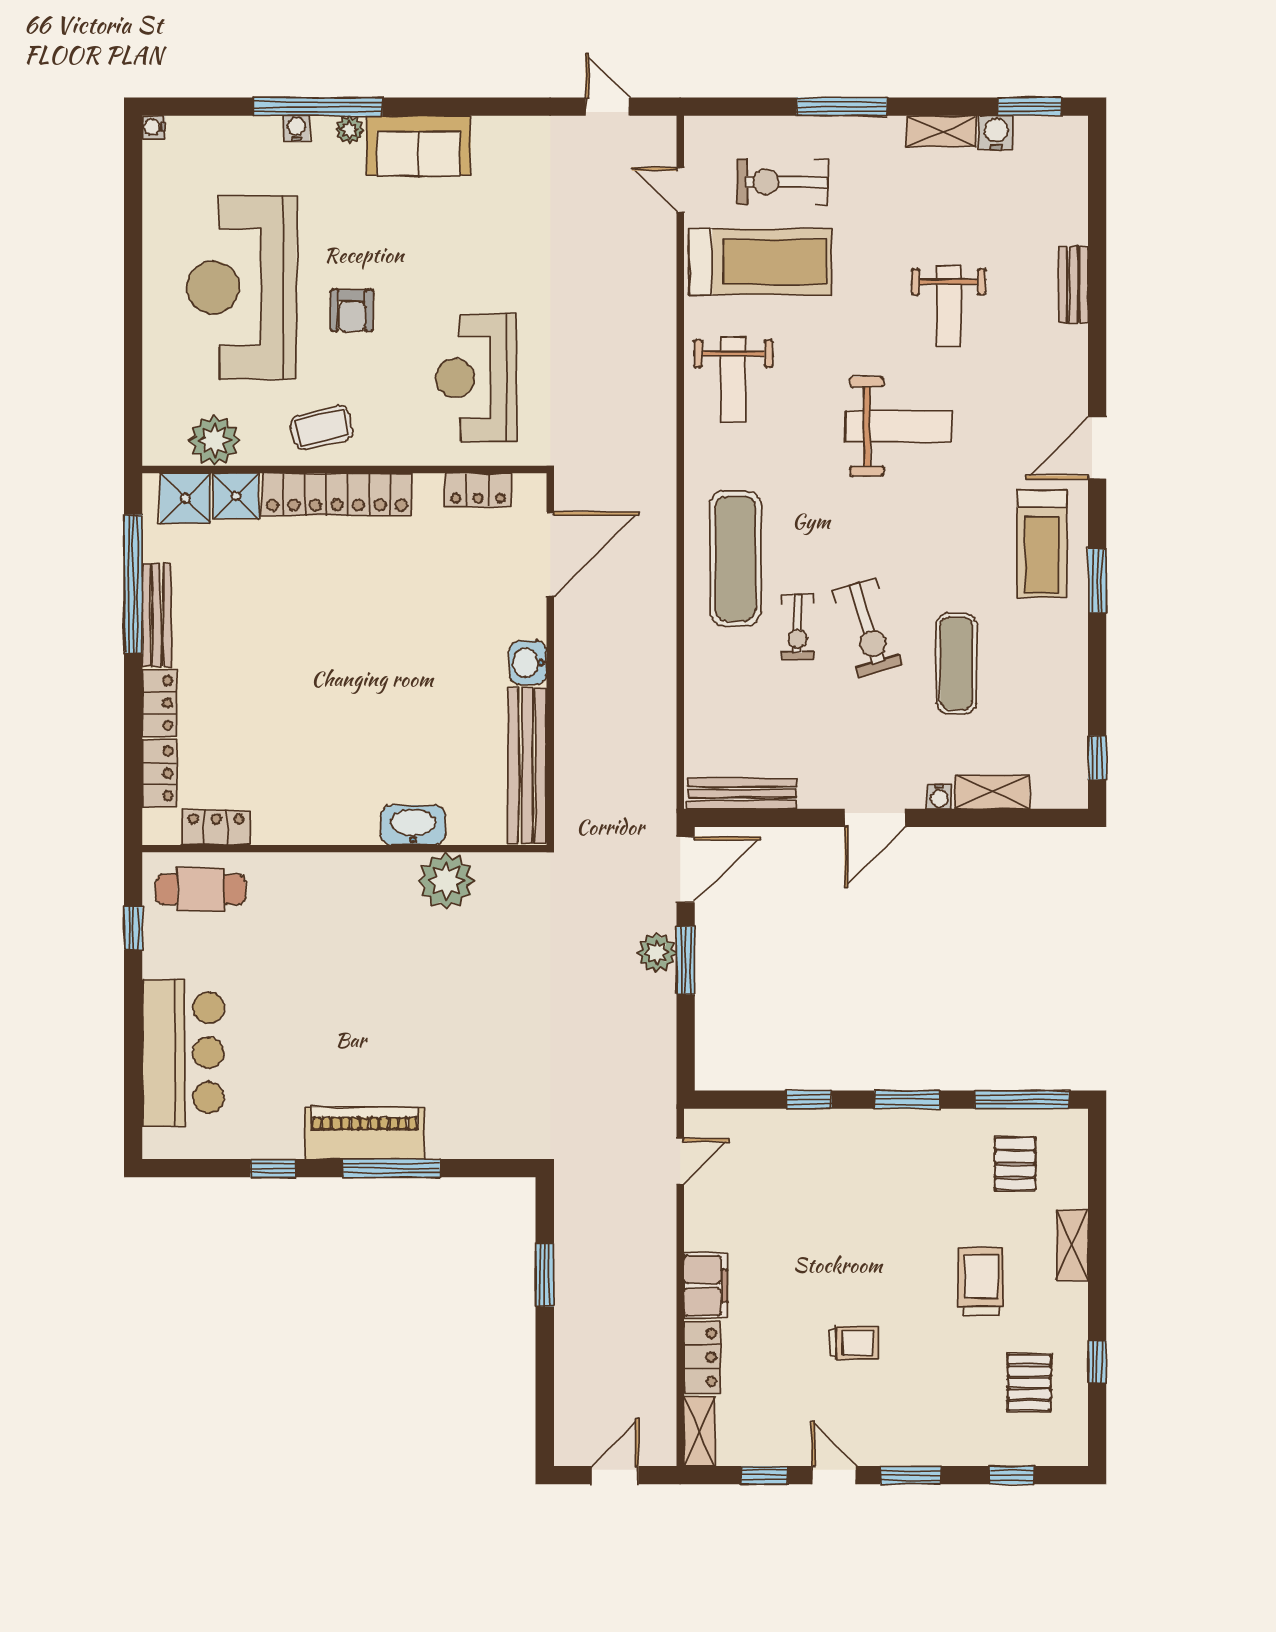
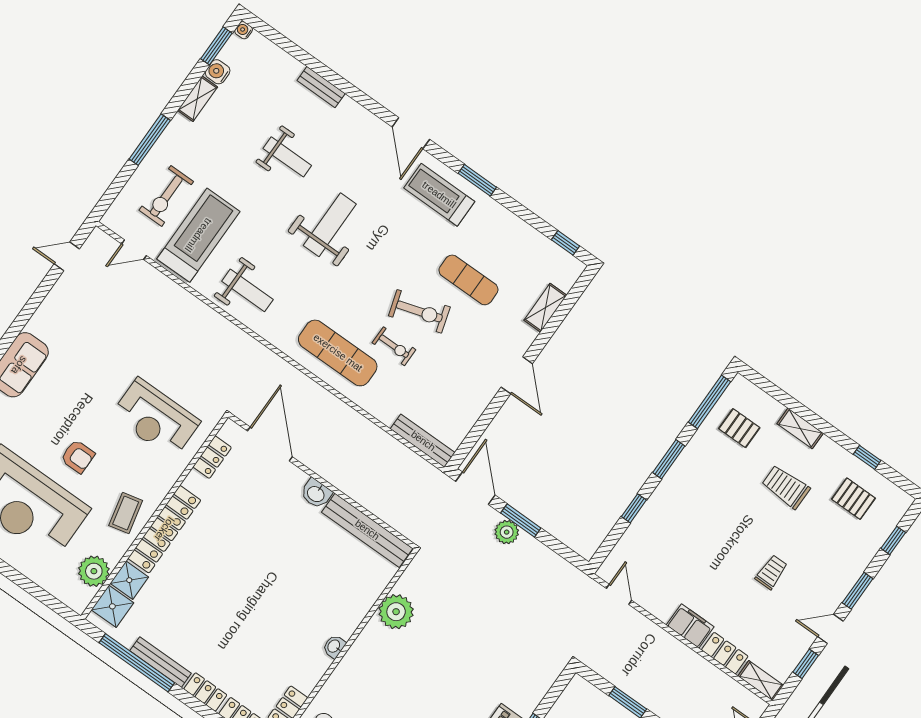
treadmill: (1042, 544) -> (439, 195), turned 180
bench: (742, 794) -> (423, 441), moved, turned 90
water cooler: (939, 797) -> (244, 30), moved, turned 180
washbasin: (413, 825) -> (334, 646), moved, width x0.52, depth x0.69

